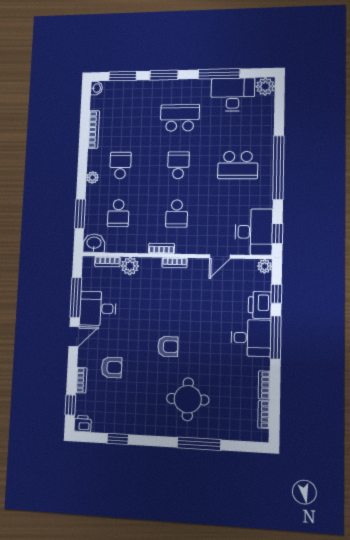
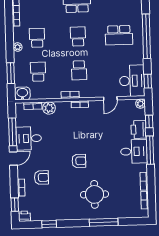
school desk: (118, 213) -> (38, 72), turned 180

